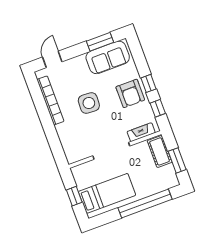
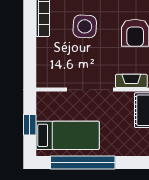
window: (145, 204) -> (83, 163), moved

